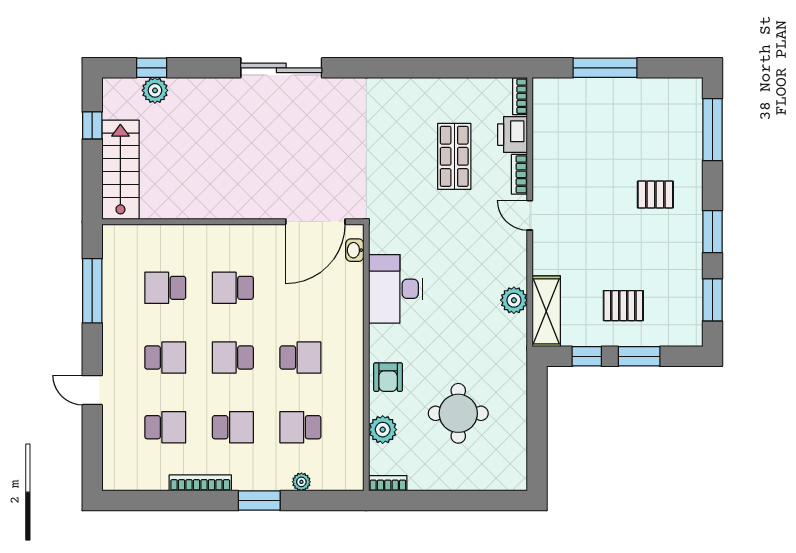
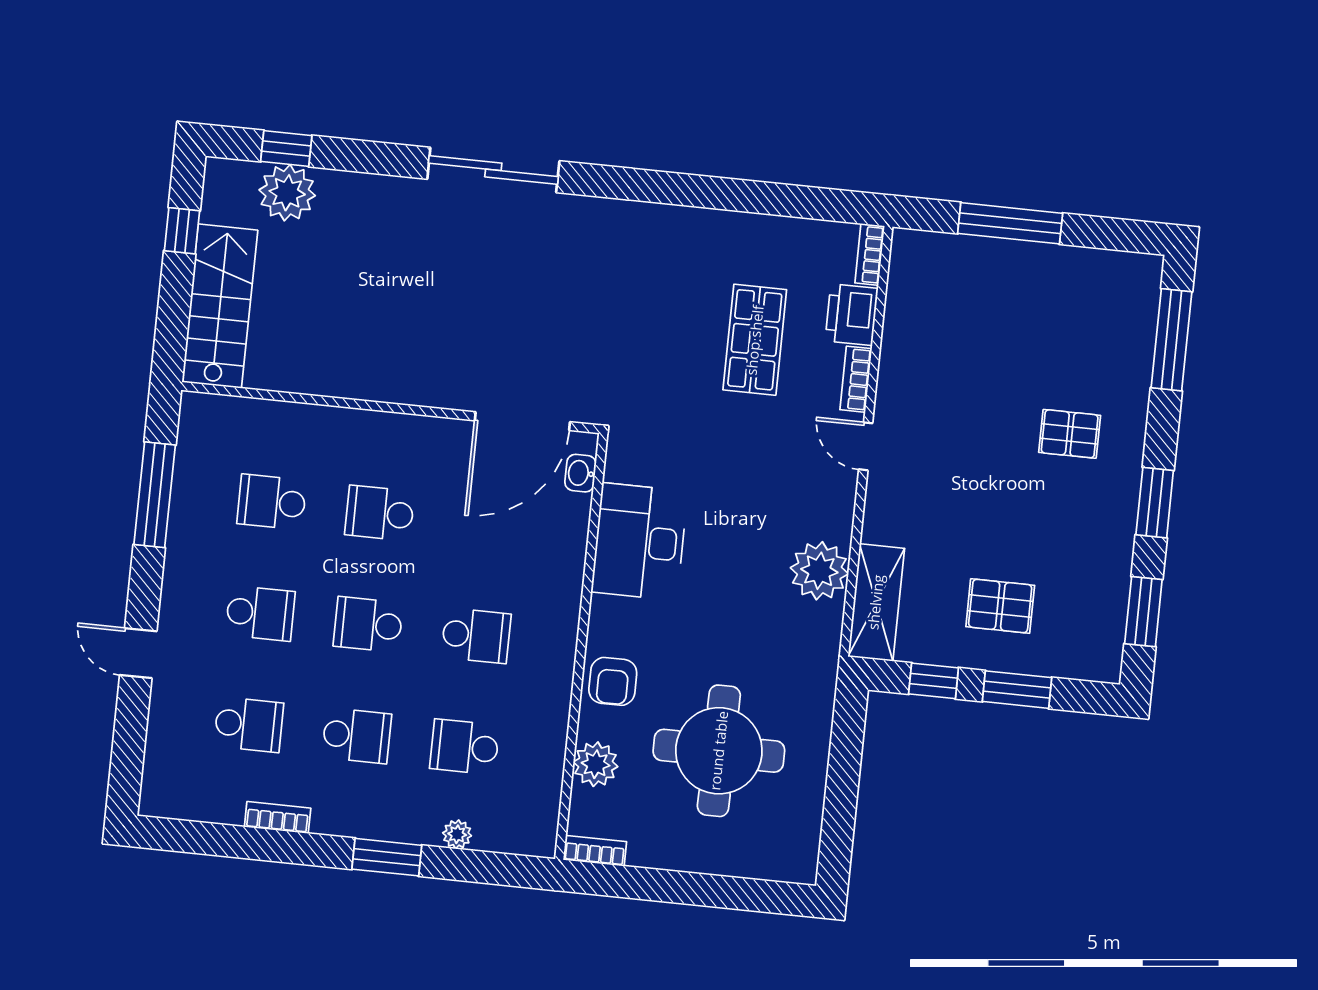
plant: (155, 90) -> (287, 193), width x1.36, depth x1.36
plant: (514, 300) -> (819, 571), width x1.36, depth x1.36
round table: (458, 413) -> (719, 751), width x1.36, depth x1.36
bookcase: (200, 483) -> (278, 817), width x0.64

